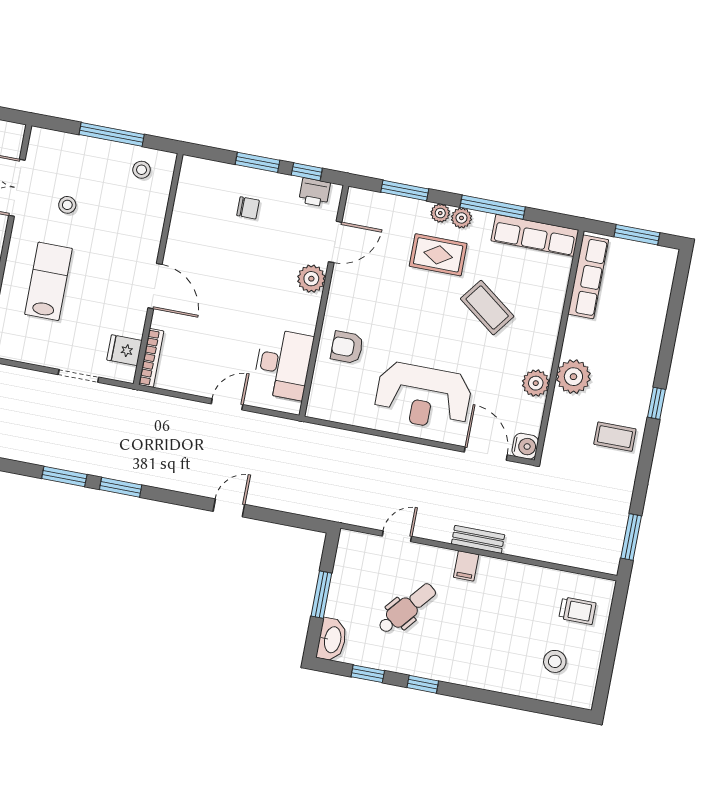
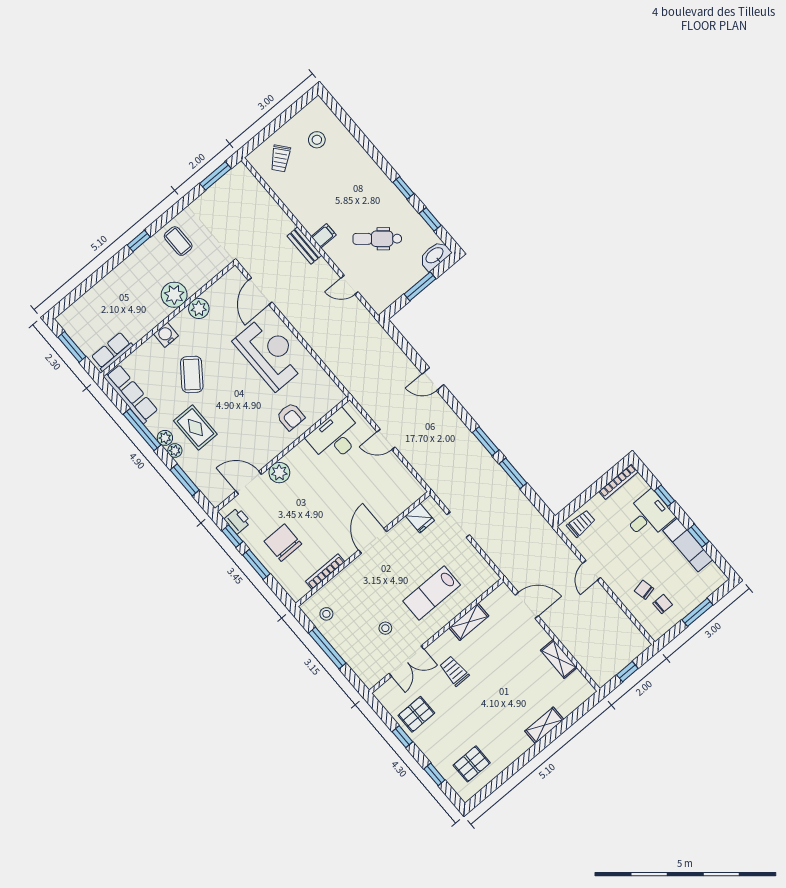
chair: (248, 208) -> (283, 543), width x1.87, depth x1.87
row of seats: (588, 277) -> (112, 352), width x0.68
bookcase: (151, 358) -> (325, 572), moved
water cooler: (525, 446) -> (166, 335), moved
trolley: (577, 611) -> (280, 158), turned -130

